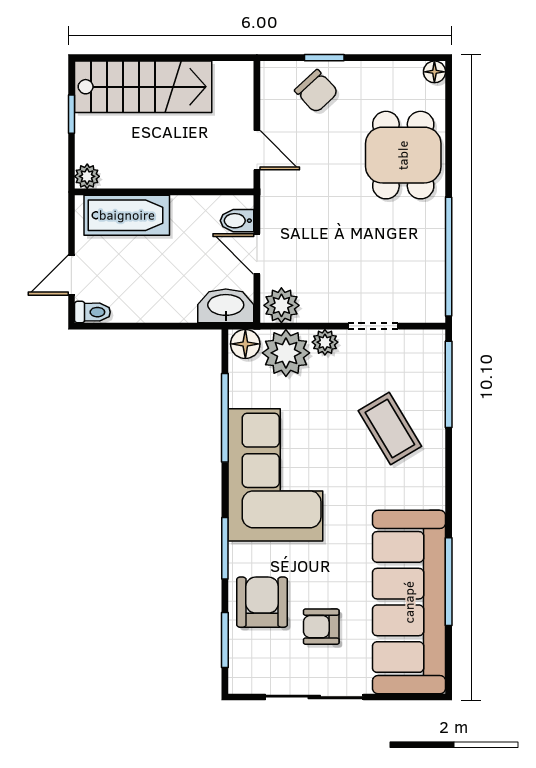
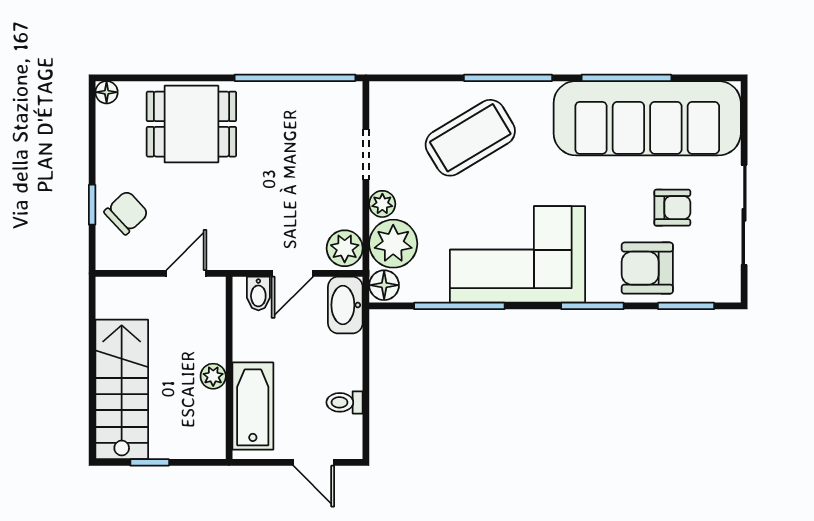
plant: (87, 176) -> (213, 376), moved
toilet: (92, 312) -> (345, 402), moved, turned -90
window: (449, 384) -> (508, 78), moved
coffee table: (390, 429) -> (470, 138), width x1.36, depth x1.32
armchair: (321, 627) -> (672, 208), turned -90

